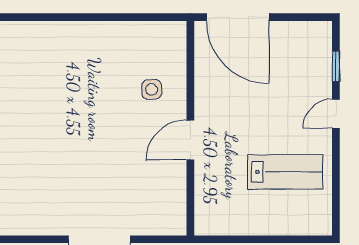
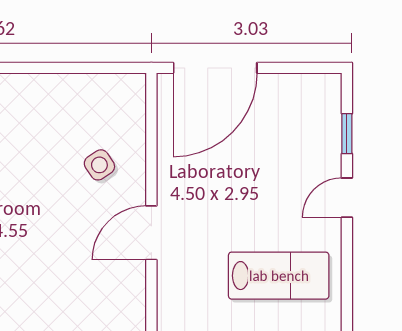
door: (238, 17) -> (215, 68), hinge flipped
side table: (152, 89) -> (99, 165), turned -34

